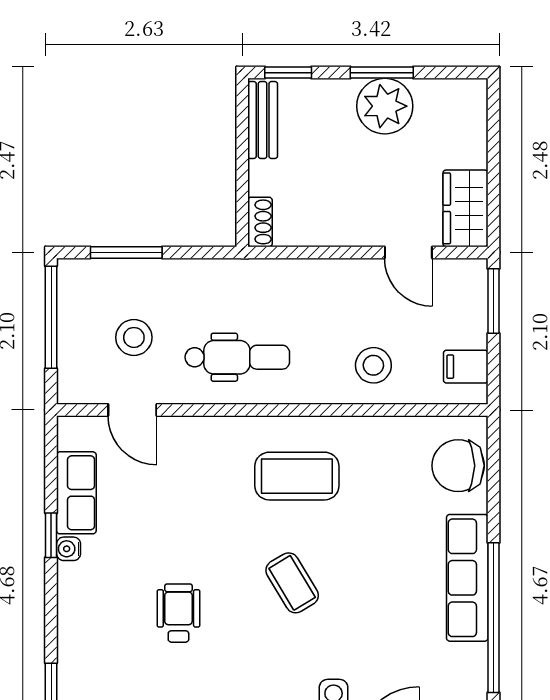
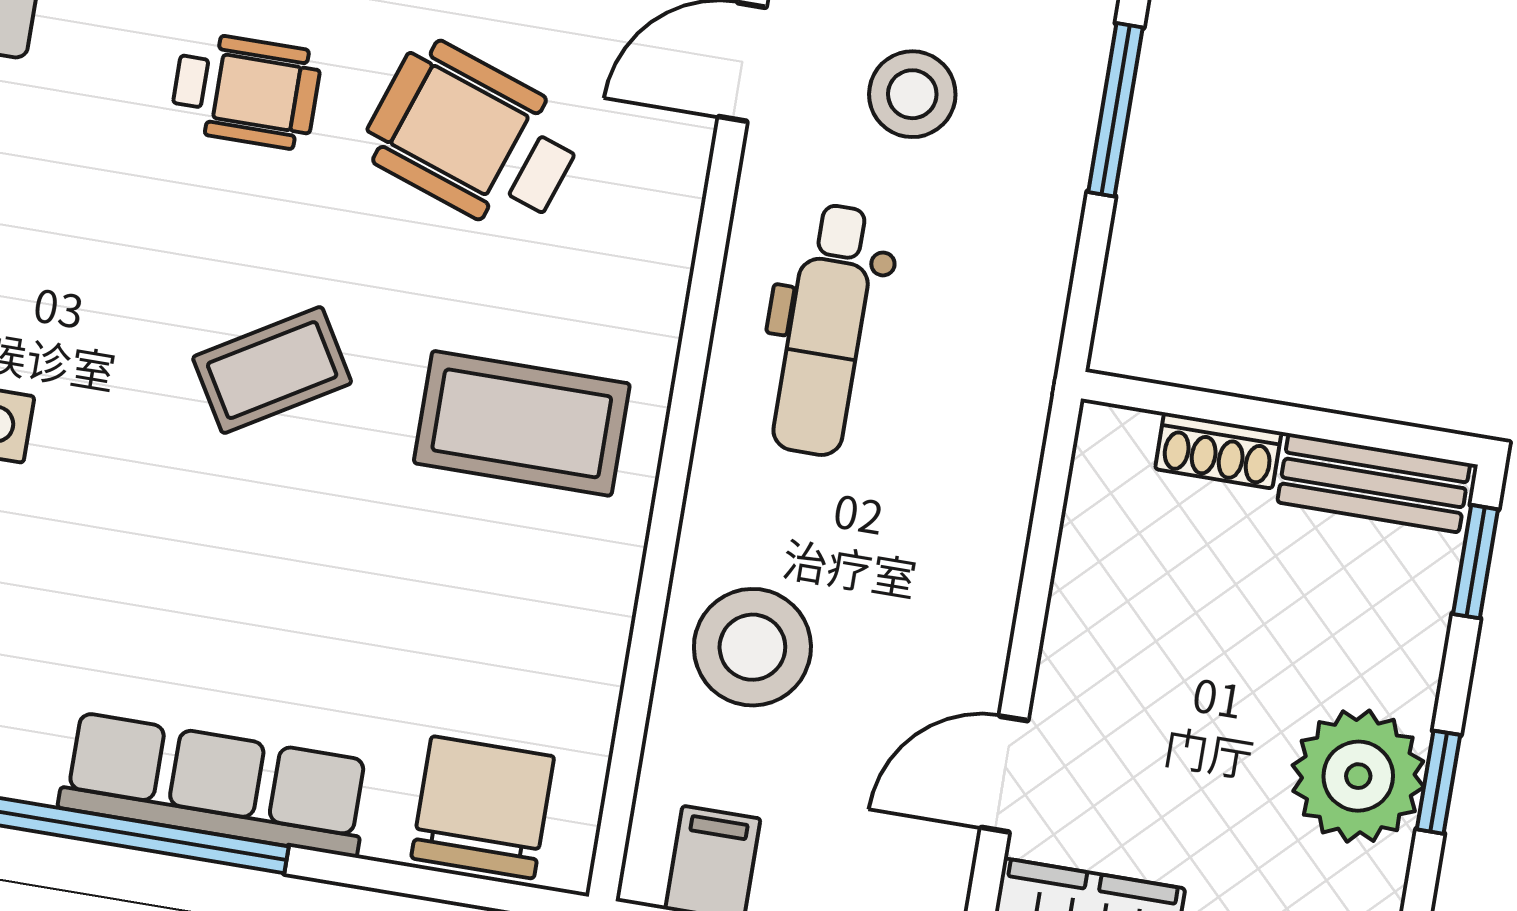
window: (382, 73) -> (1439, 782), width x0.67
shoe rack: (260, 222) -> (1218, 451), moved
stool: (373, 365) -> (752, 647), width x1.38, depth x1.38
coffee table: (297, 476) -> (522, 423), turned 90
wheelchair: (182, 516) -> (473, 138), added

